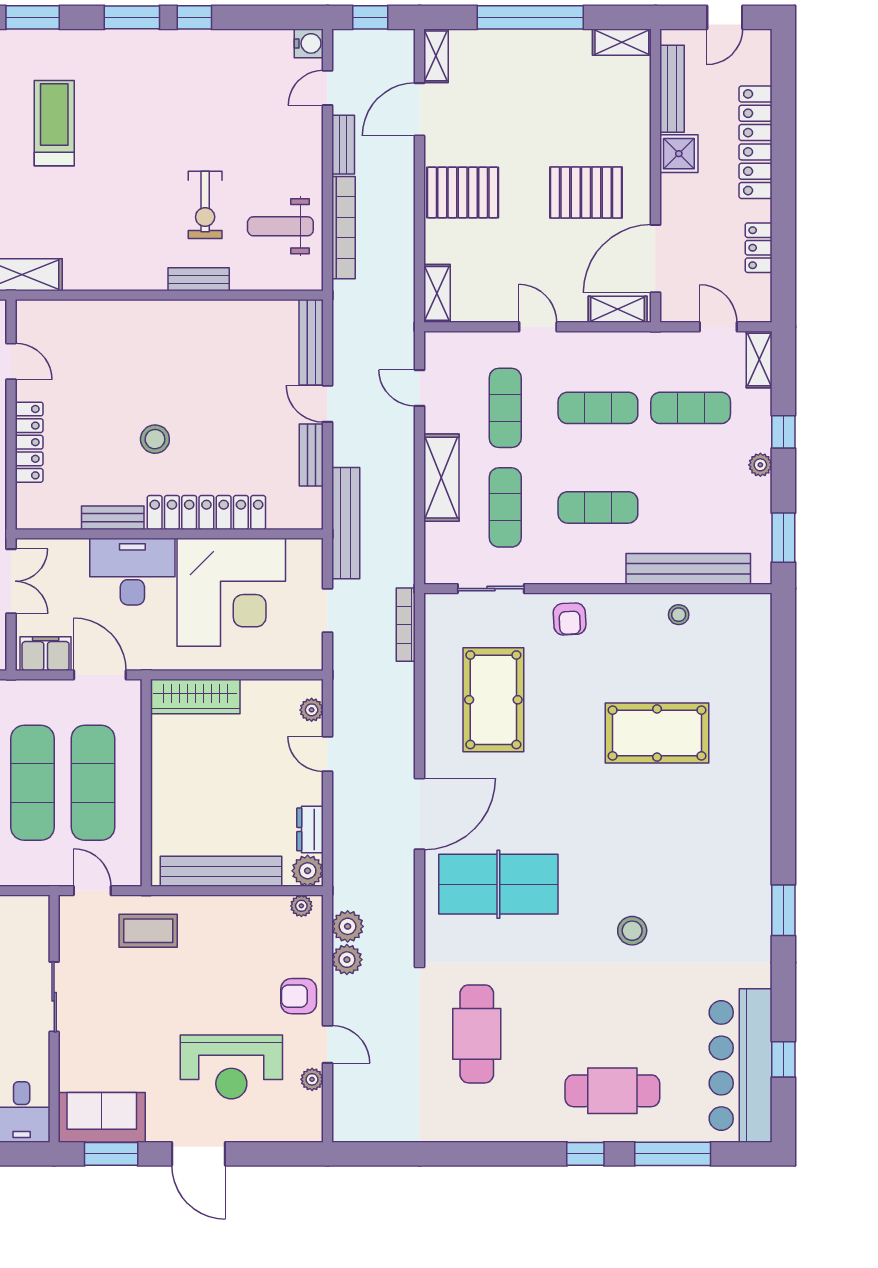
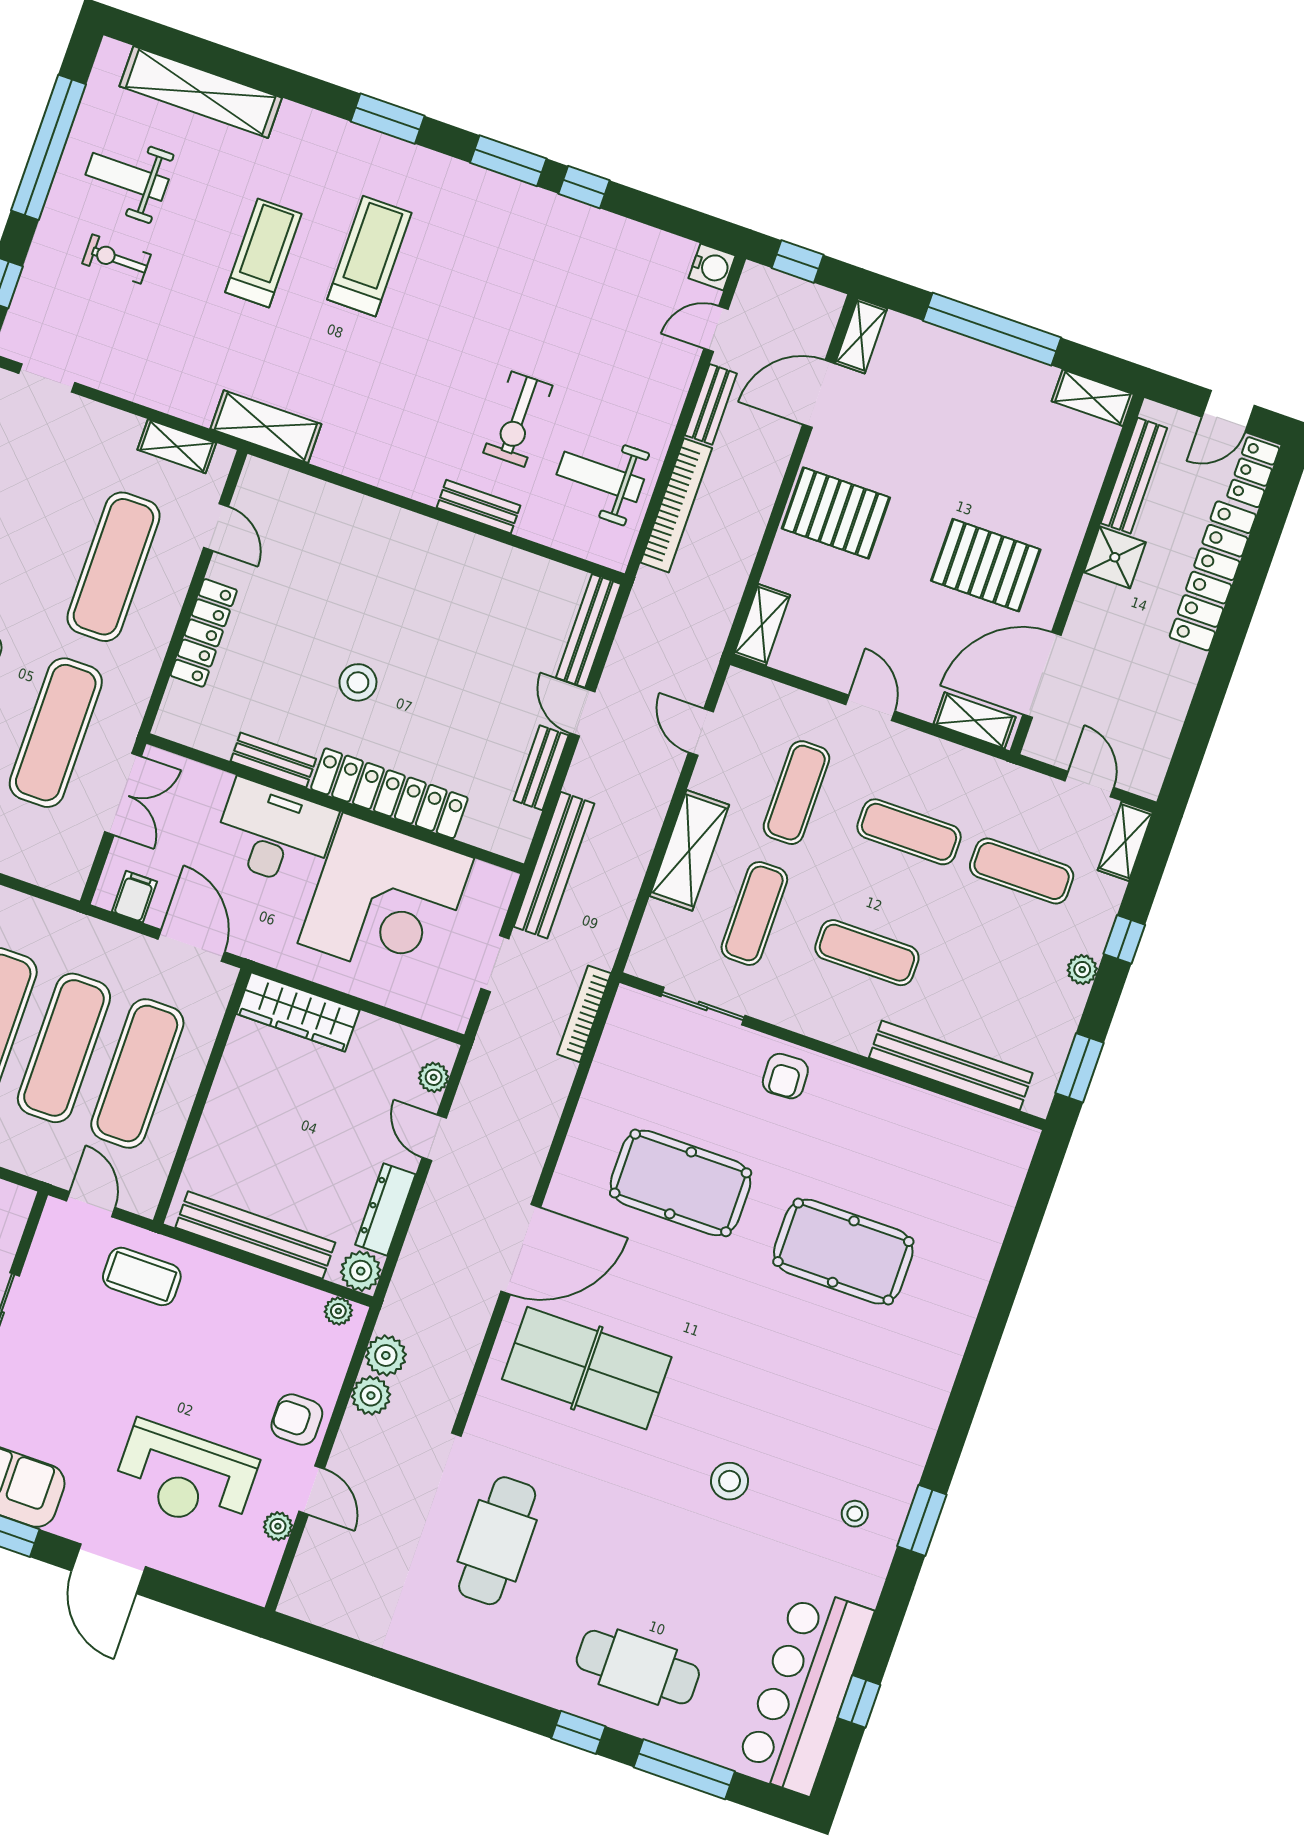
locker: (759, 248) -> (1253, 472), moved
stool: (679, 615) -> (855, 1514), moved
filing cabinet: (46, 654) -> (134, 897), width x0.50
pool table: (493, 700) -> (681, 1183), moved, turned 90
dresser: (310, 829) -> (385, 1209), width x1.44

